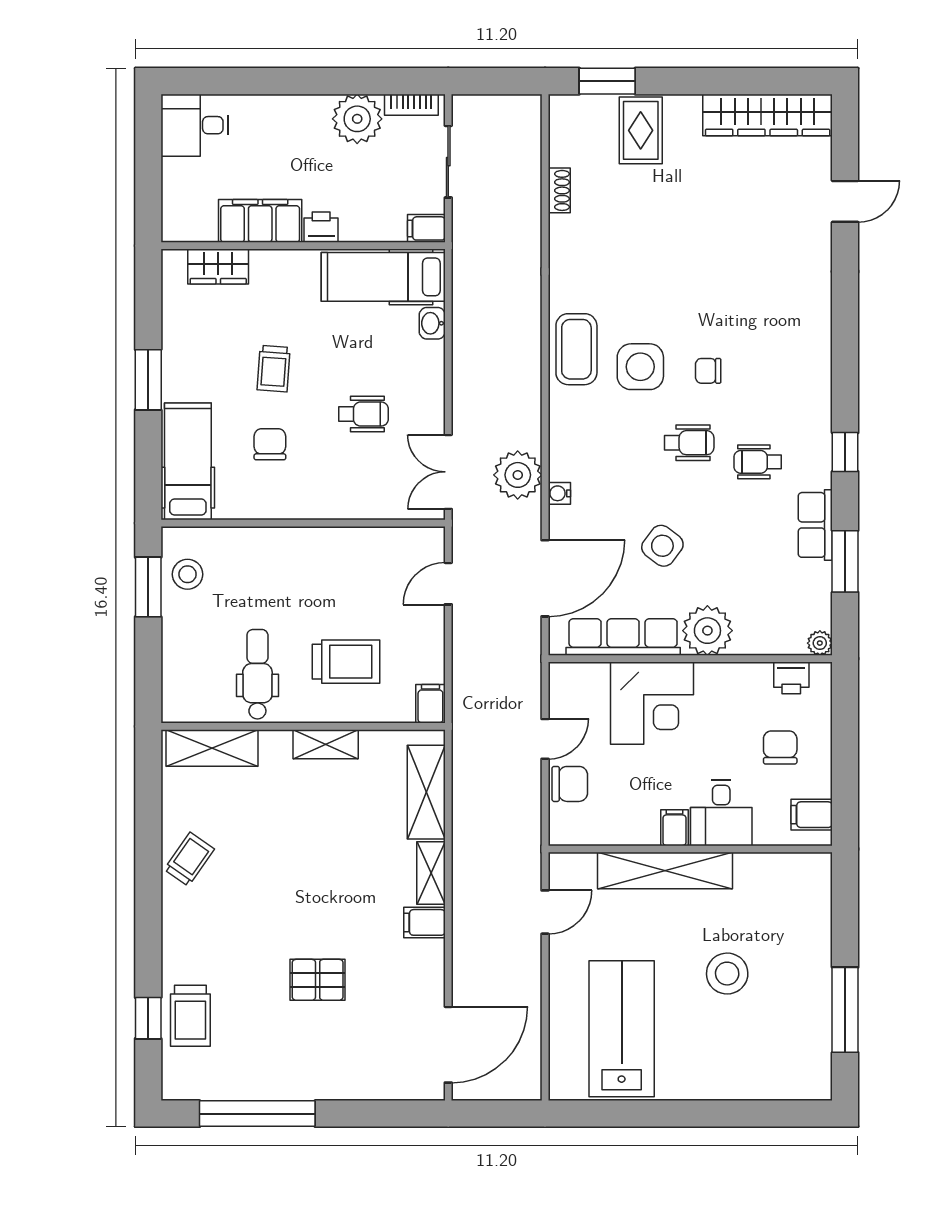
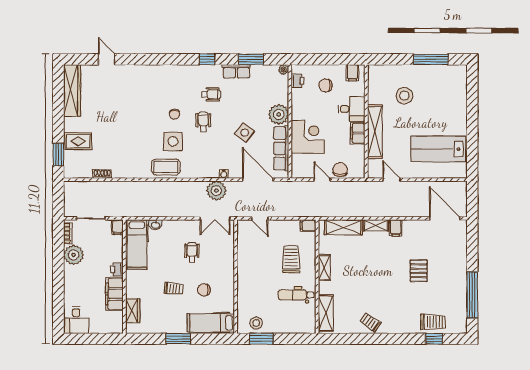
wheelchair: (758, 462) -> (211, 94), turned -90
filing cabinet: (674, 828) -> (358, 133), width x2.00
stool: (727, 974) -> (404, 96), moved

